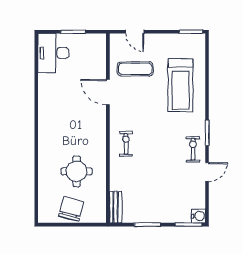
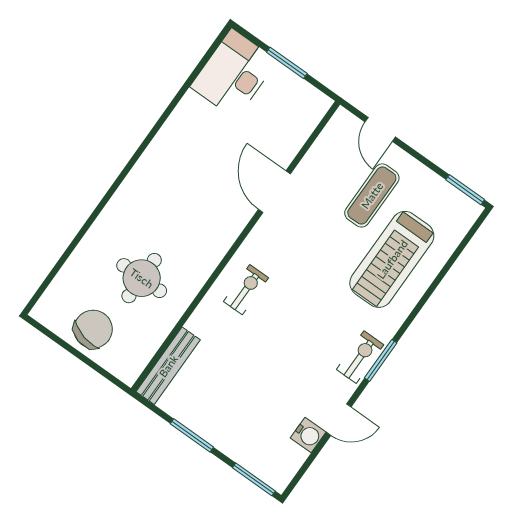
exercise mat: (135, 69) -> (372, 195), moved, turned 90
exercise bike: (193, 149) -> (360, 357), moved
bench: (116, 207) -> (168, 366), width x1.36
water cooler: (199, 216) -> (308, 435), moved

